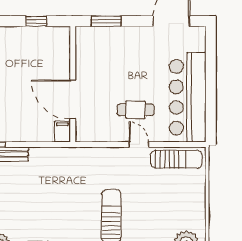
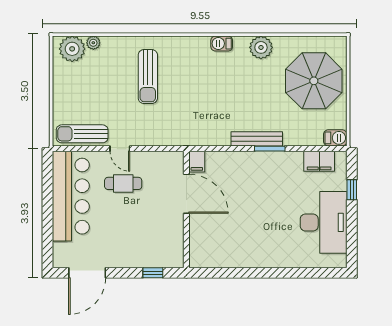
window: (36, 21) -> (223, 273), removed
window: (106, 21) -> (153, 273), width x0.67

